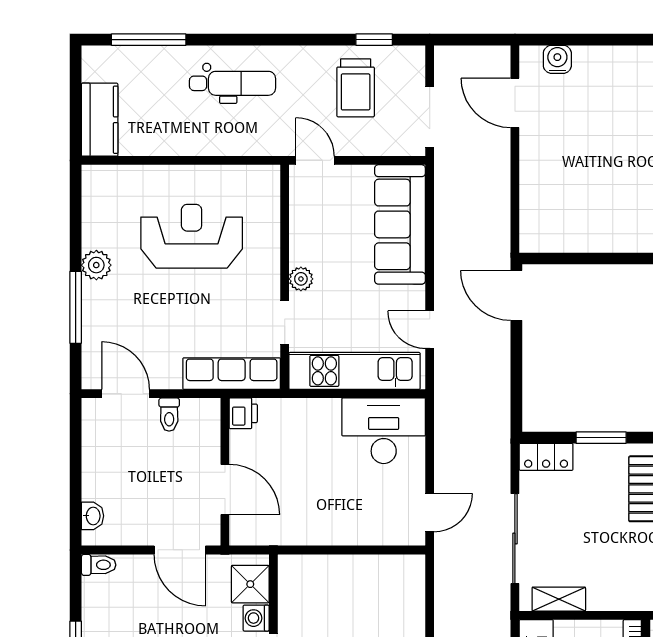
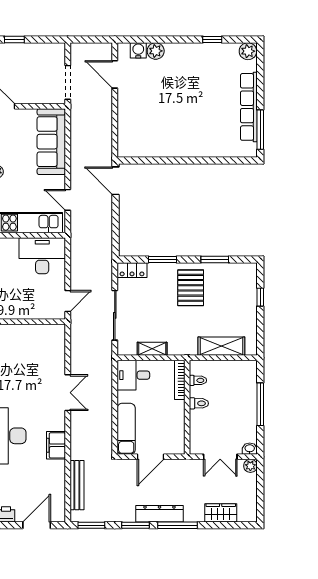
window: (374, 40) -> (14, 39), moved
plant: (589, 60) -> (156, 51), added
trolley: (356, 88) -> (27, 66), removed
shelving: (559, 599) -> (152, 349), moved

